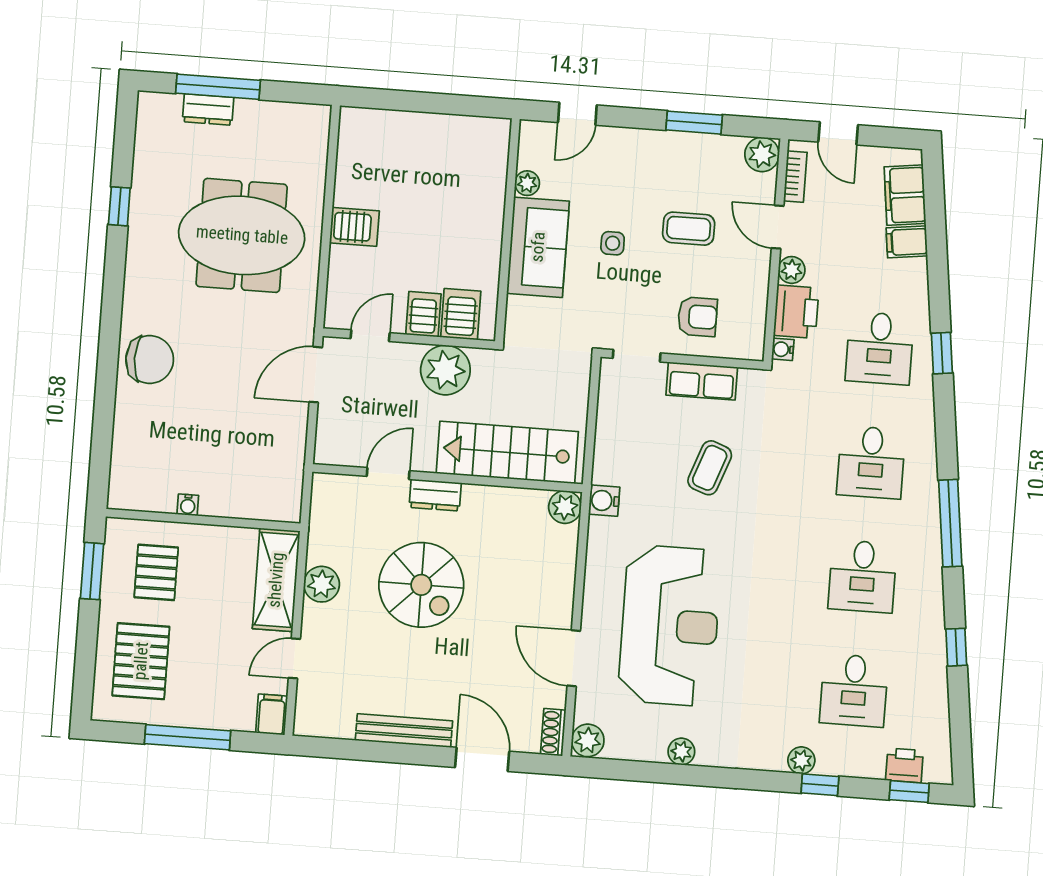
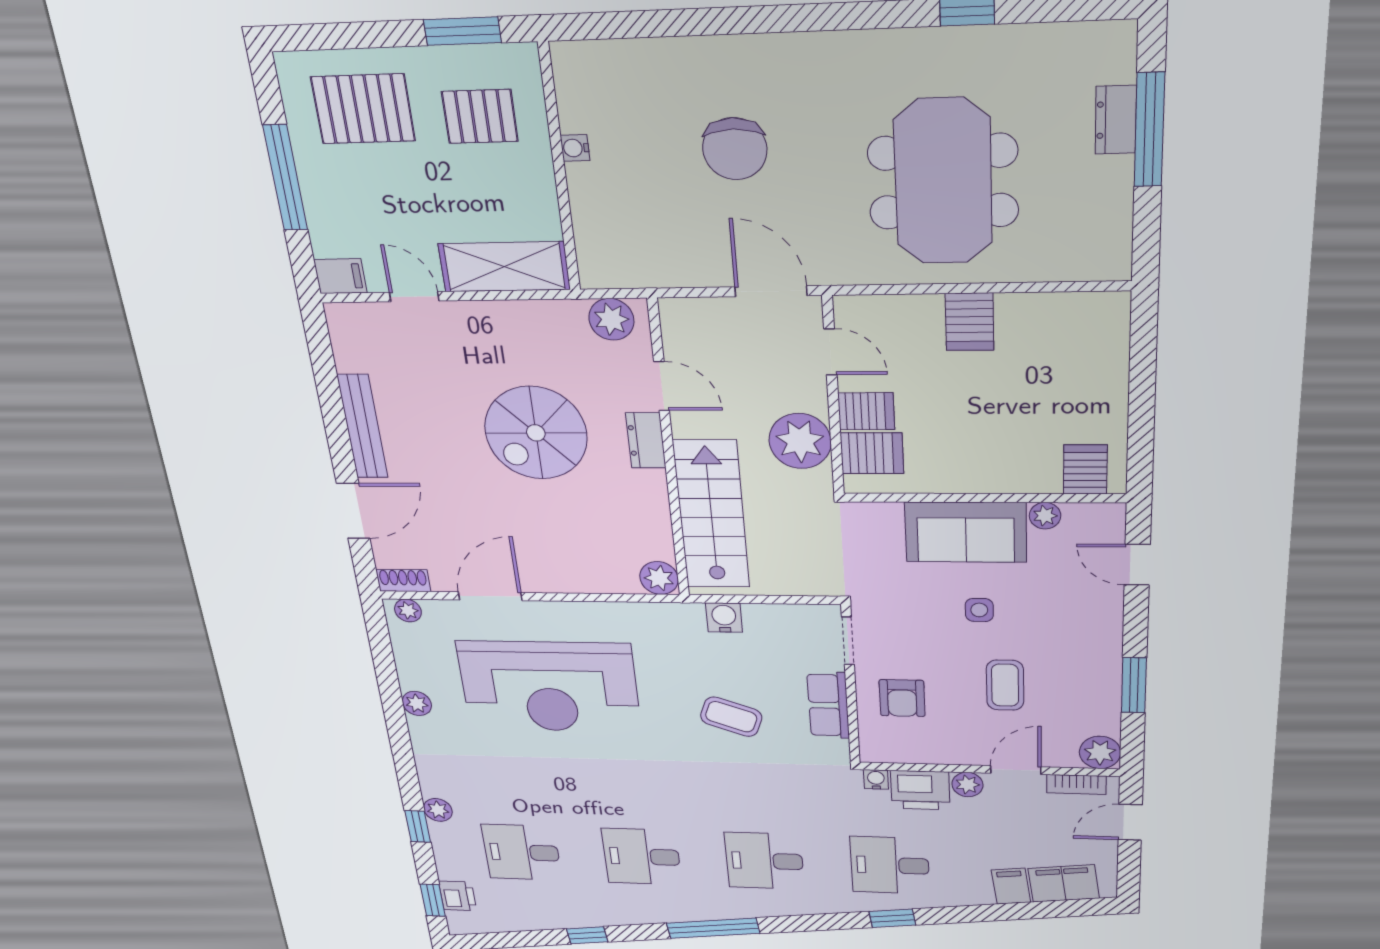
server rack: (488, 149) -> (1085, 469), added
chair: (150, 360) -> (735, 149), moved
water cooler: (604, 501) -> (724, 618), moved
plant: (322, 584) -> (611, 319), moved
plant: (588, 740) -> (408, 611), width x0.73, depth x0.73

